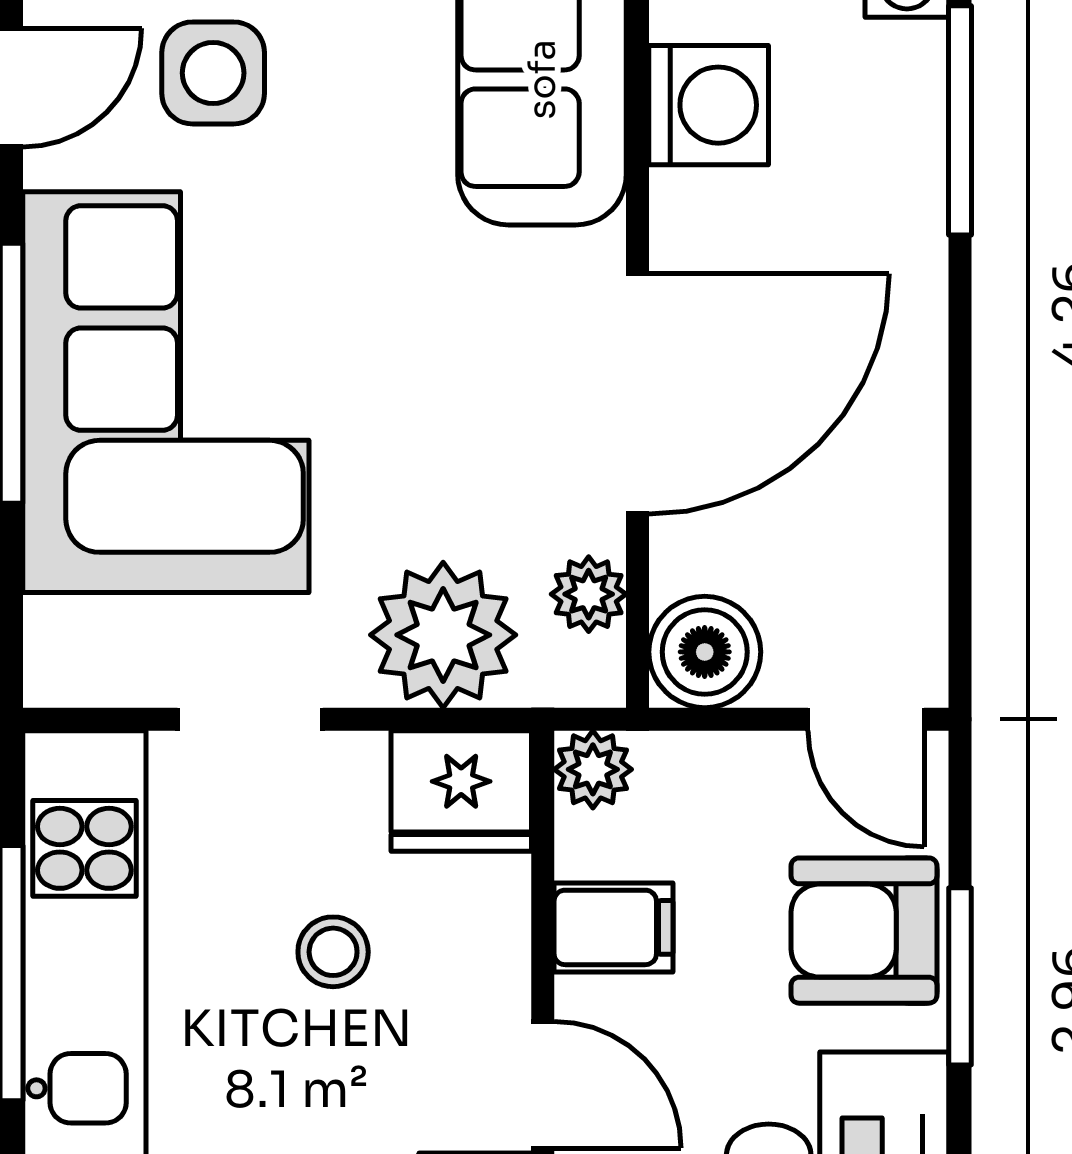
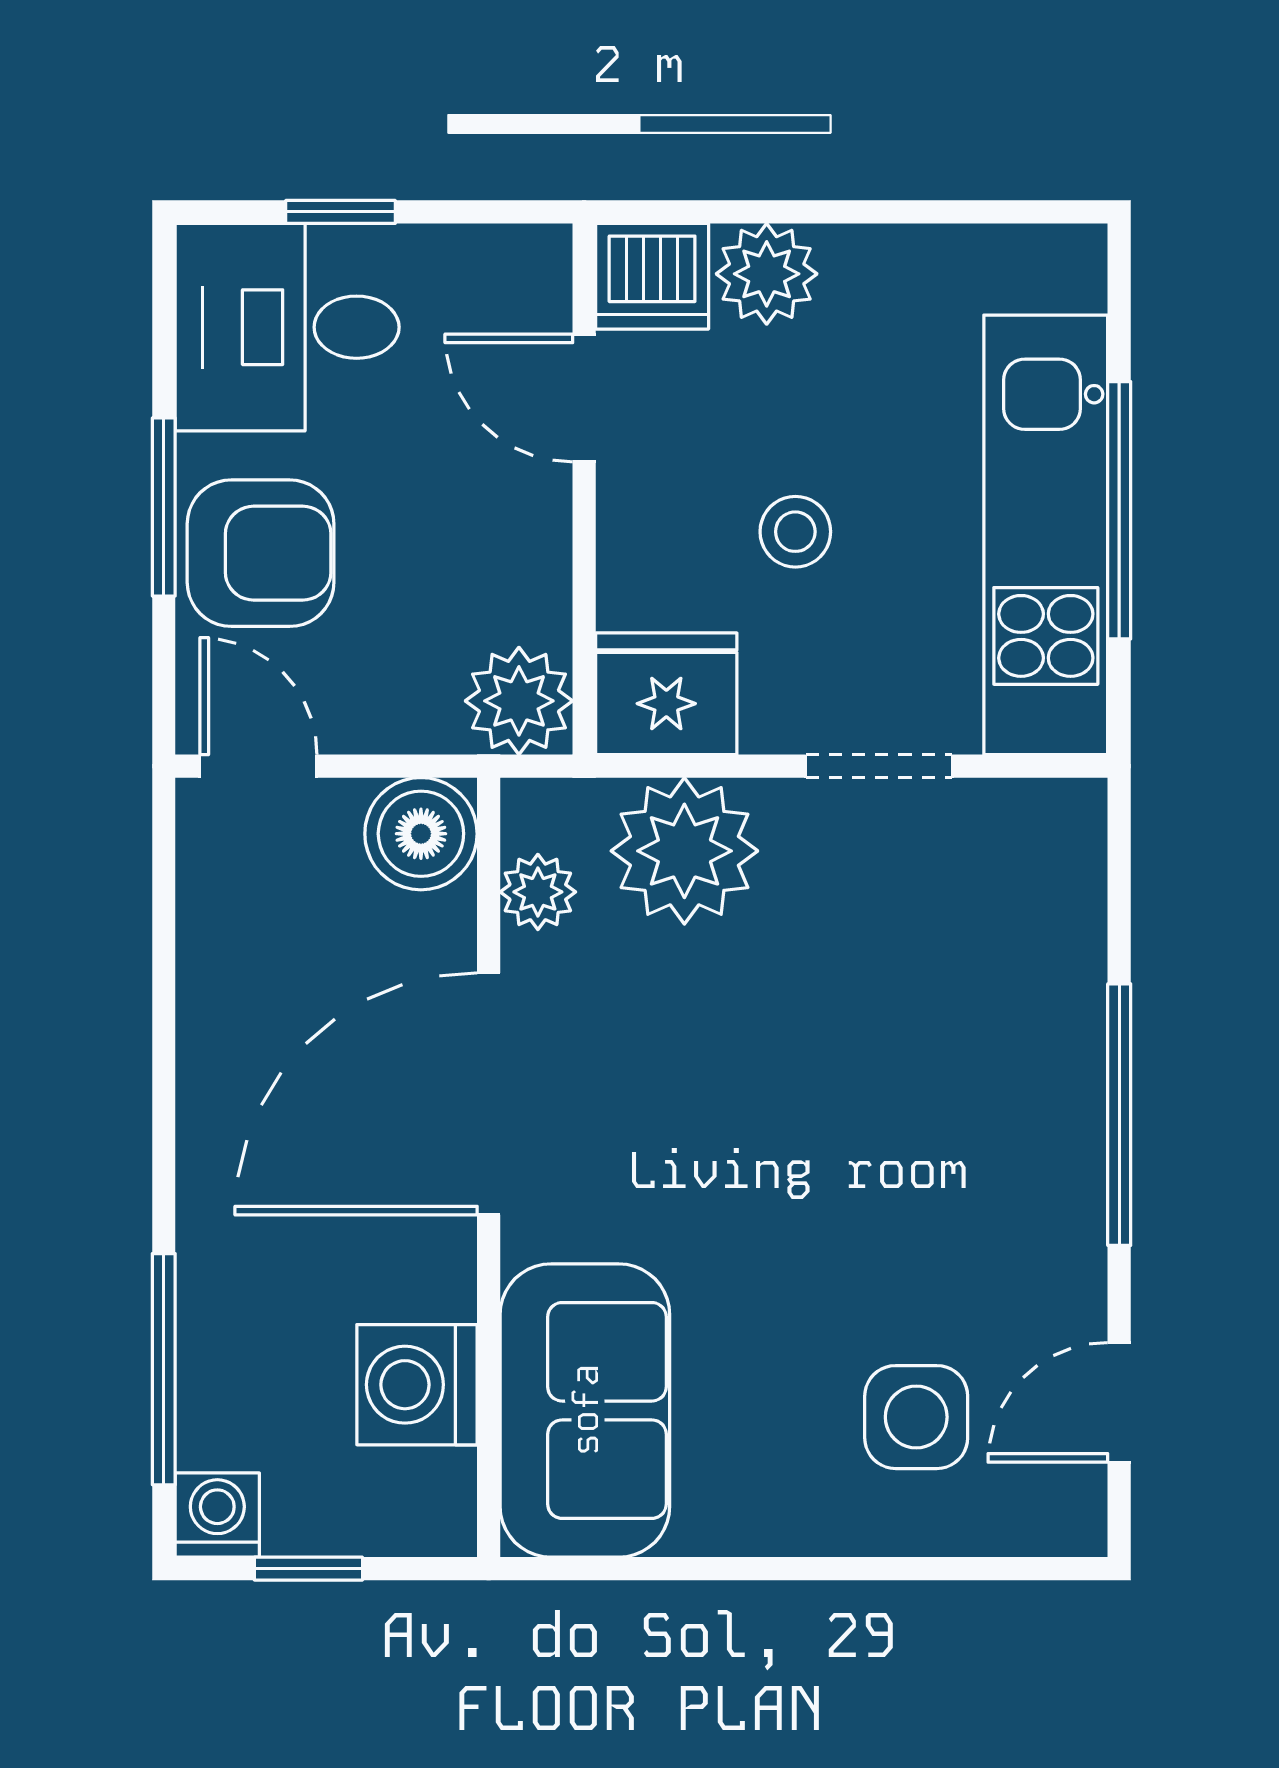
corner sofa: (166, 392) -> (964, 1096), removed
plant: (593, 769) -> (519, 701), width x1.38, depth x1.38
filing cabinet: (614, 927) -> (513, 556), removed

